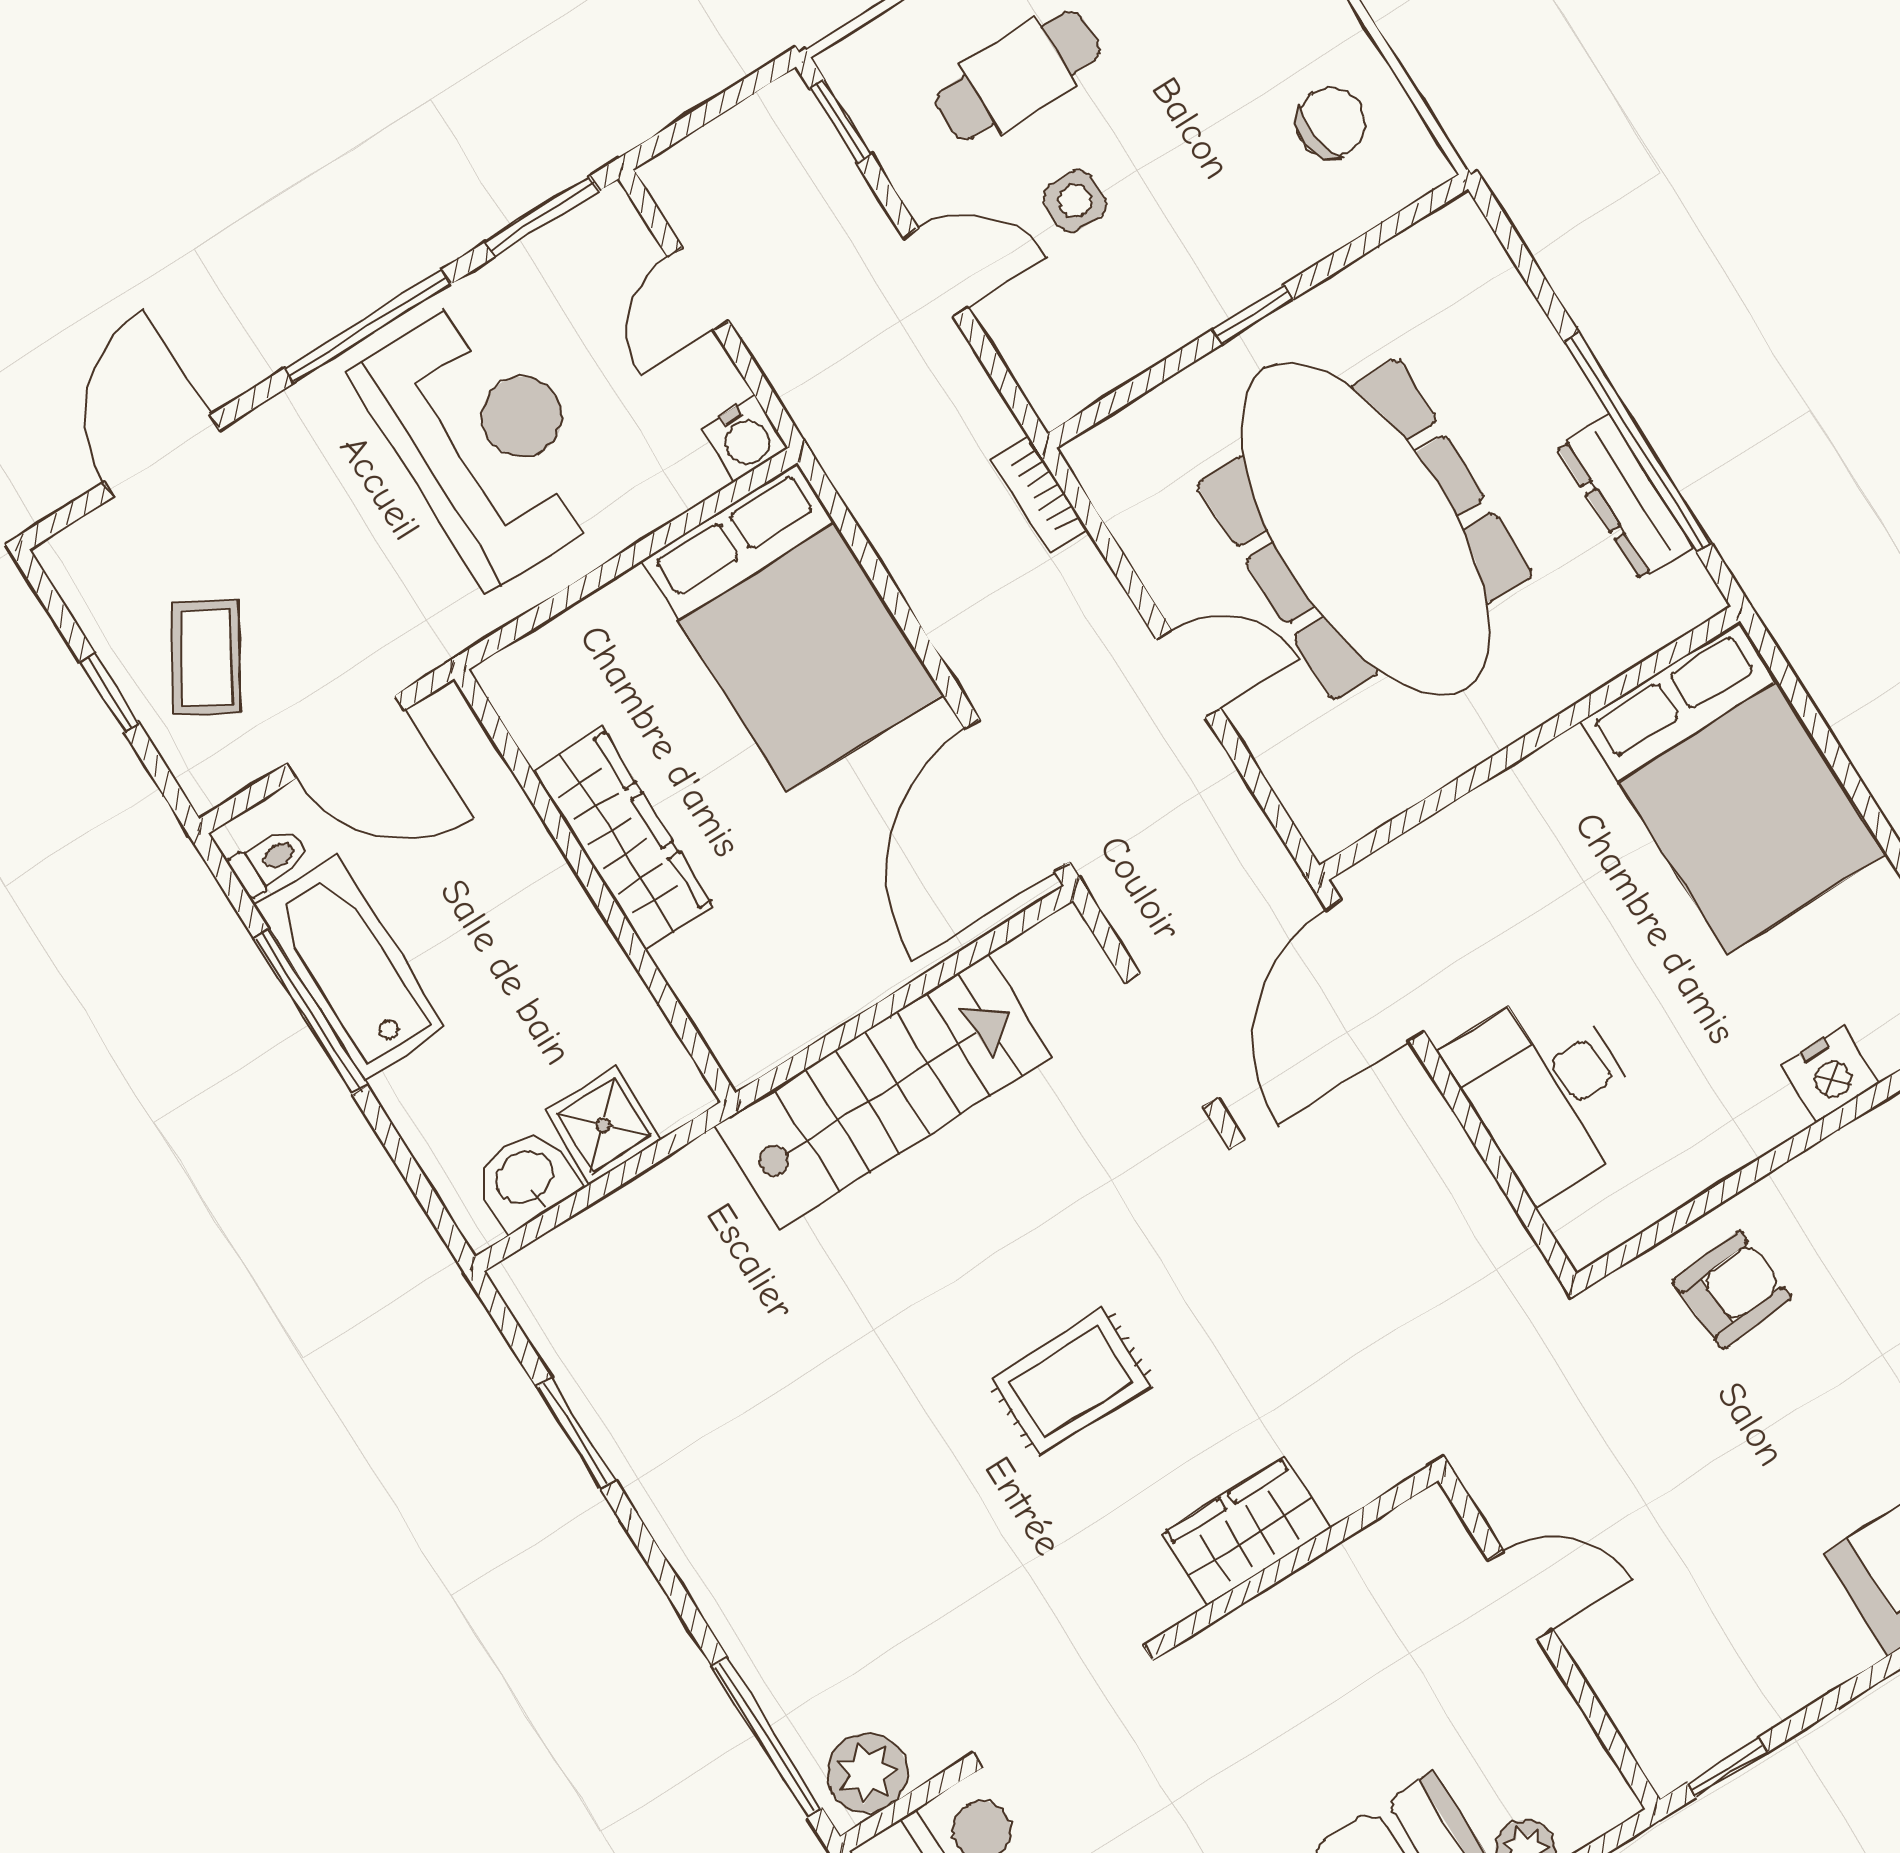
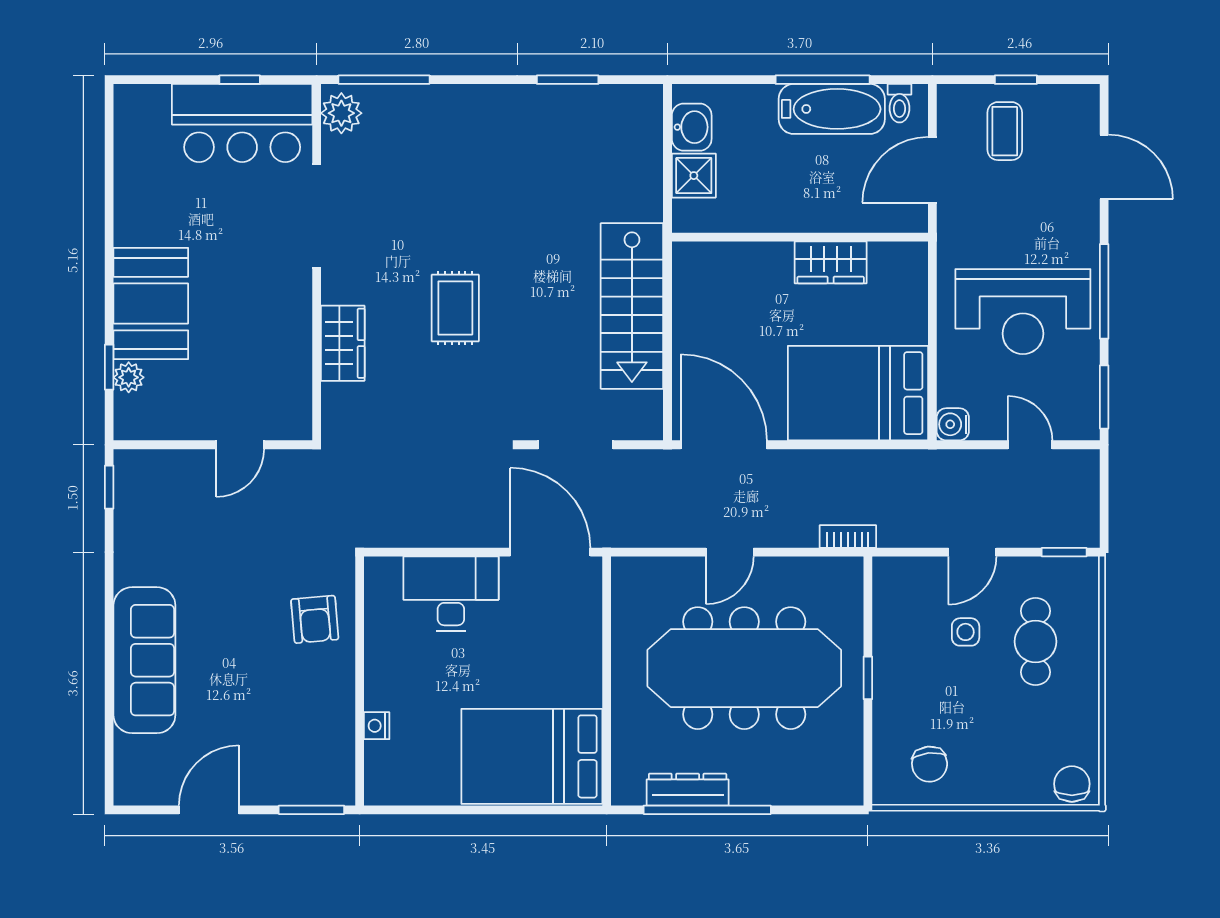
coffee table: (206, 657) -> (1005, 131), turned 59
wardrobe: (623, 838) -> (831, 262), width x0.67
nightstand: (1830, 1075) -> (377, 726), width x0.72, depth x0.74

